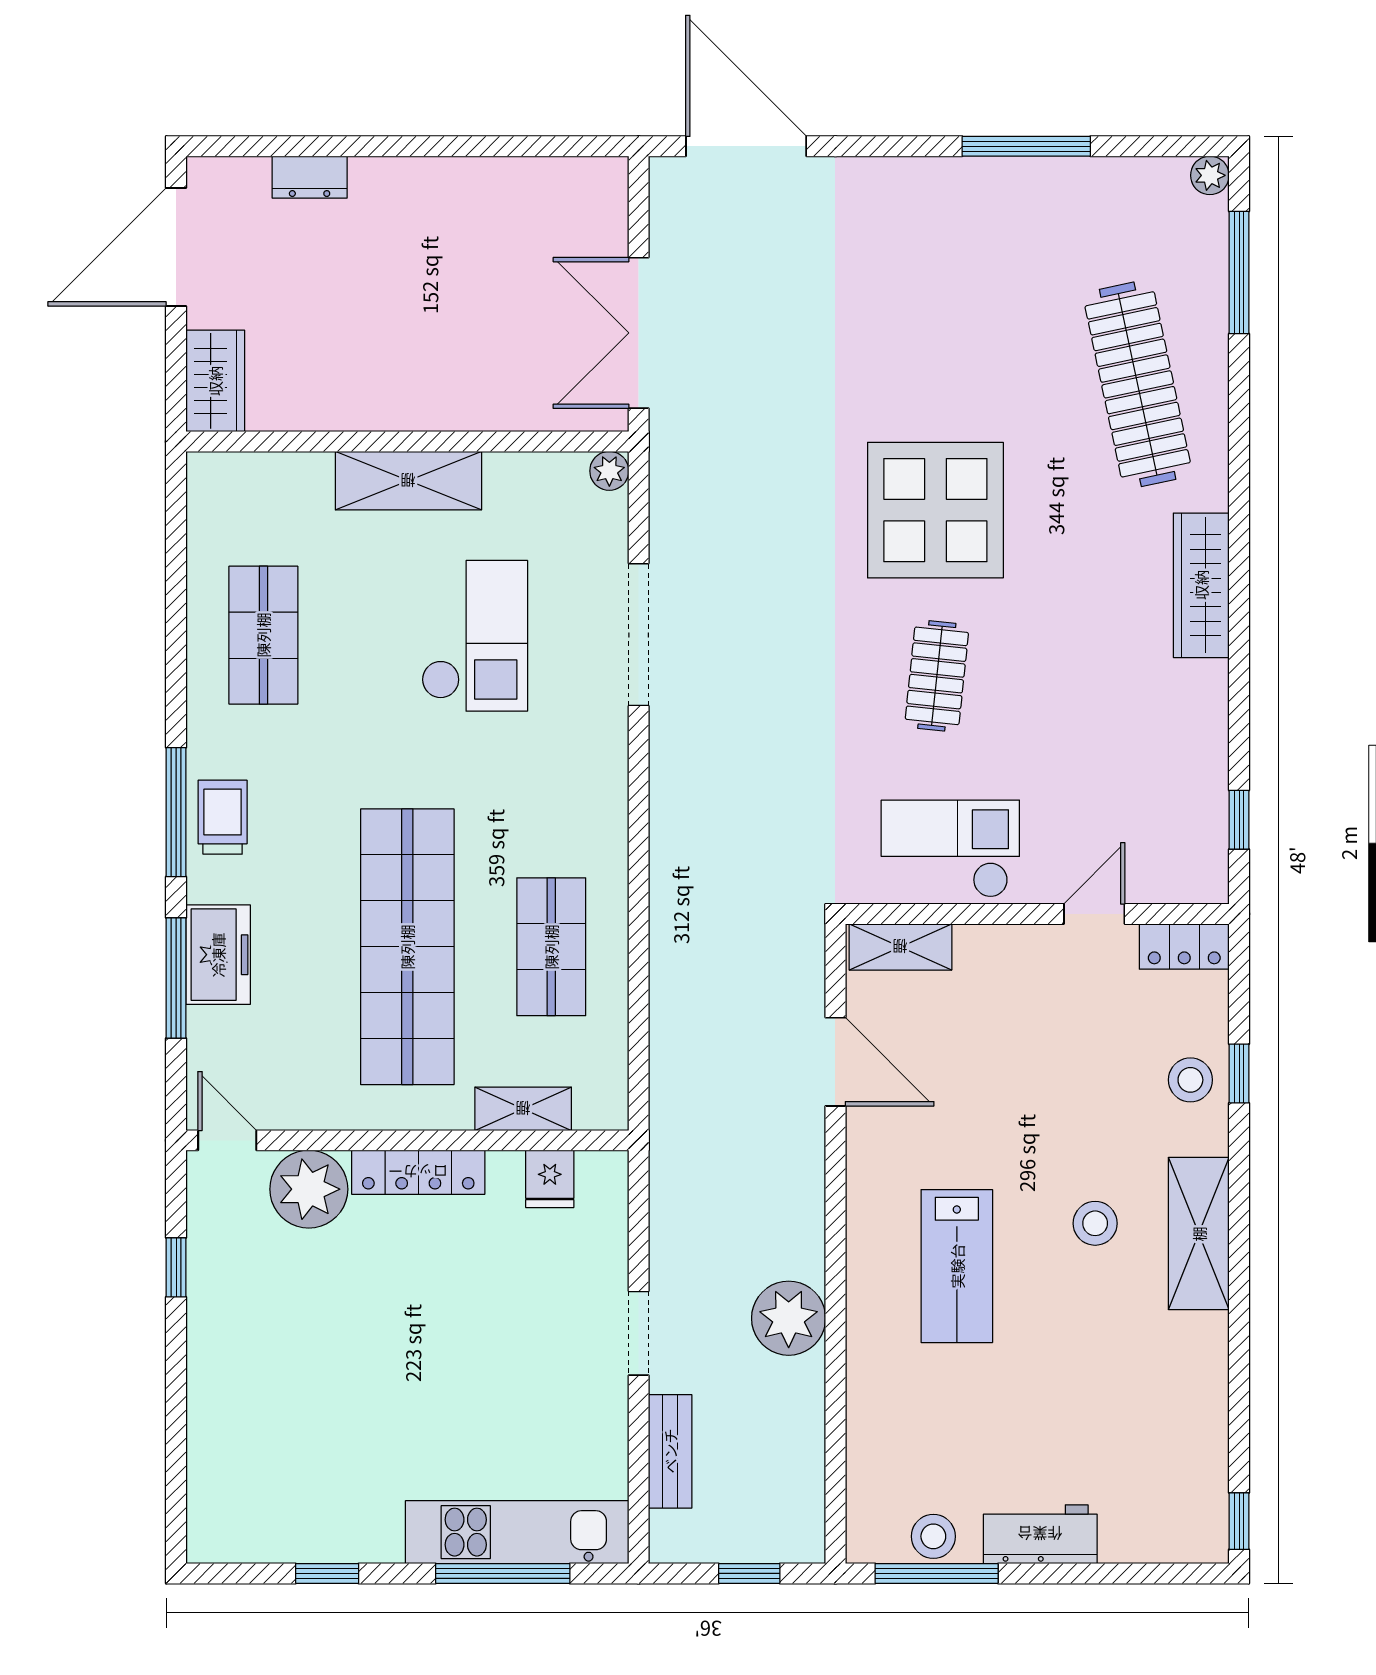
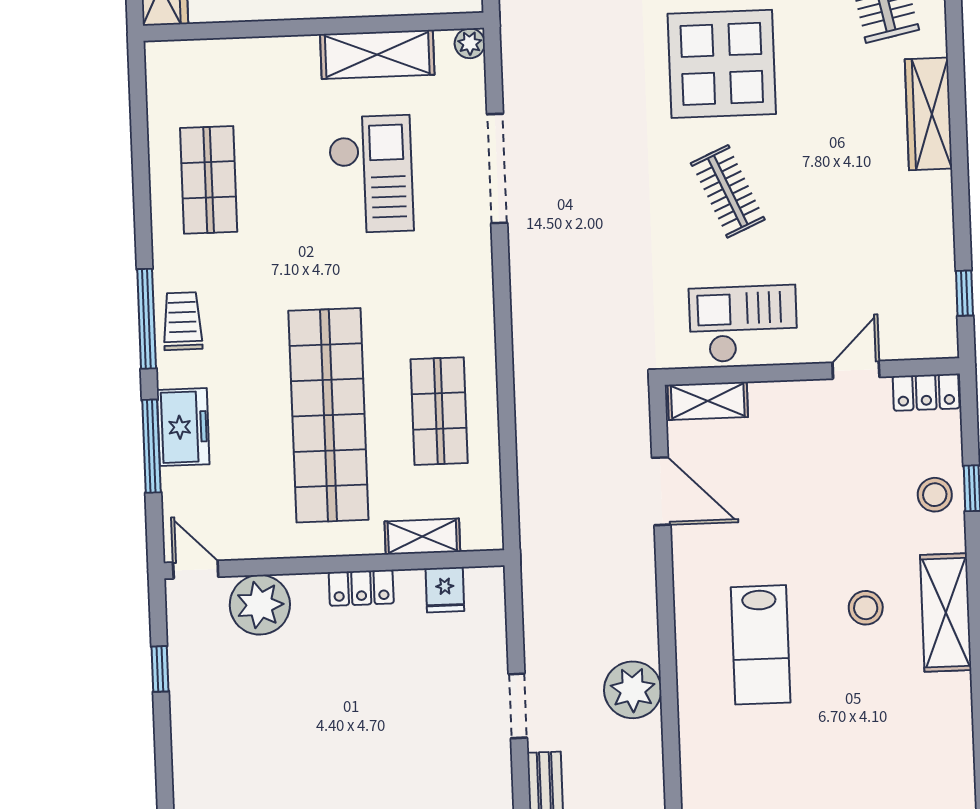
shelving: (408, 481) -> (377, 54), moved
clothes rail: (937, 676) -> (728, 191), turned -30
locker: (418, 1172) -> (361, 588), width x0.66

